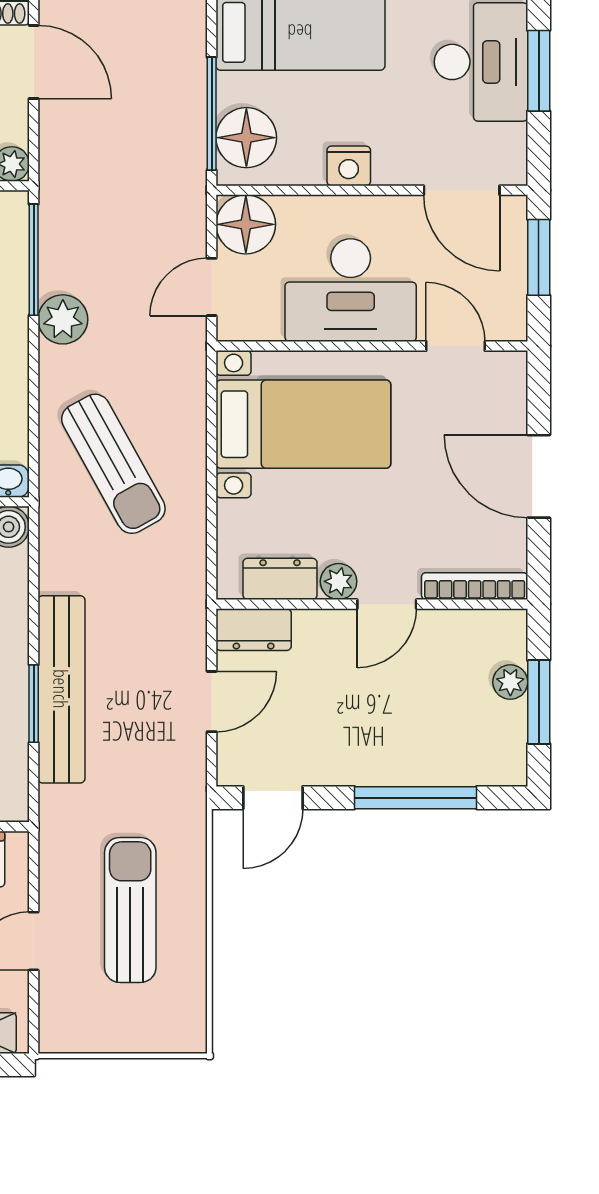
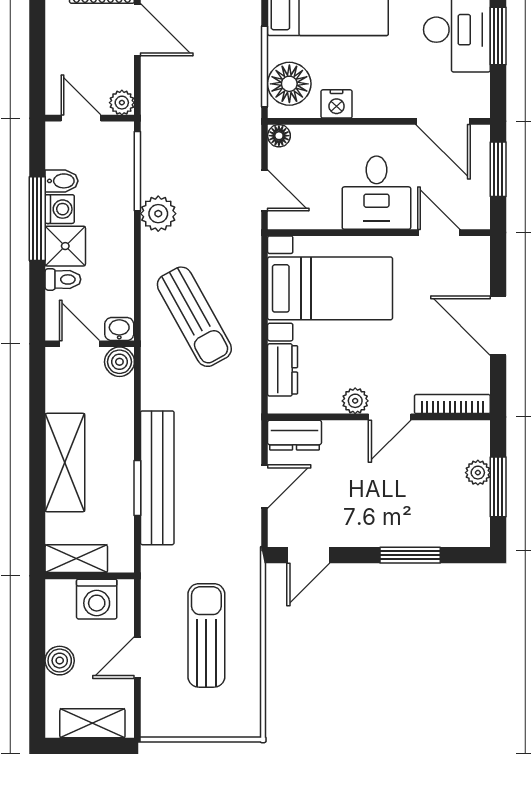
nightstand: (349, 166) -> (337, 104), moved
floor lamp: (246, 224) -> (279, 136), width x0.53, depth x0.53
door: (212, 287) -> (265, 190), swing flipped
desk: (351, 290) -> (376, 193), width x0.73
dresser: (280, 579) -> (283, 370), moved, turned 90
window: (415, 798) -> (410, 555), width x0.69

